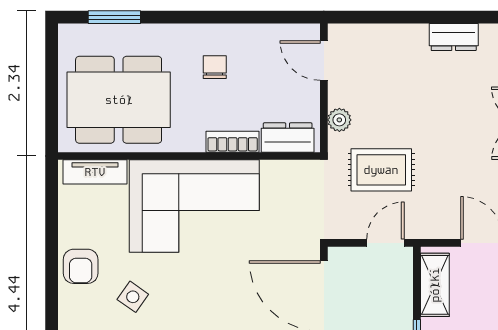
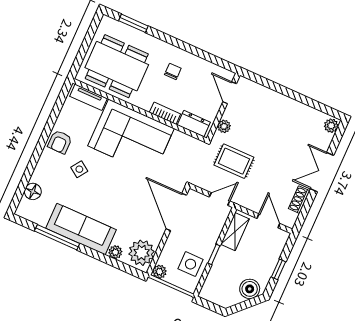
dresser: (454, 37) -> (301, 110), removed

